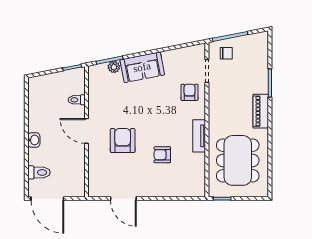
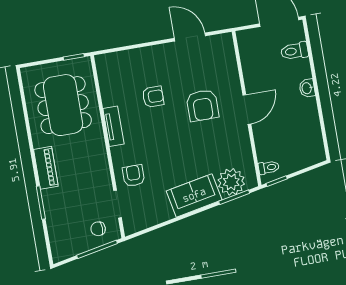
plant: (114, 67) -> (231, 182), width x1.87, depth x1.87
armchair: (190, 92) -> (134, 176), turned 180
toilet: (77, 100) -> (269, 167), moved
door: (87, 131) -> (247, 109), hinge flipped

